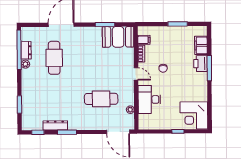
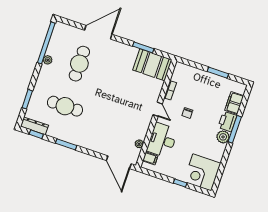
filing cabinet: (144, 40) -> (150, 158), moved
dresser: (26, 50) -> (53, 46), removed
plant: (201, 78) -> (223, 137), added
cafe table: (101, 99) -> (65, 106), moved
dresser: (55, 125) -> (34, 126), moved

